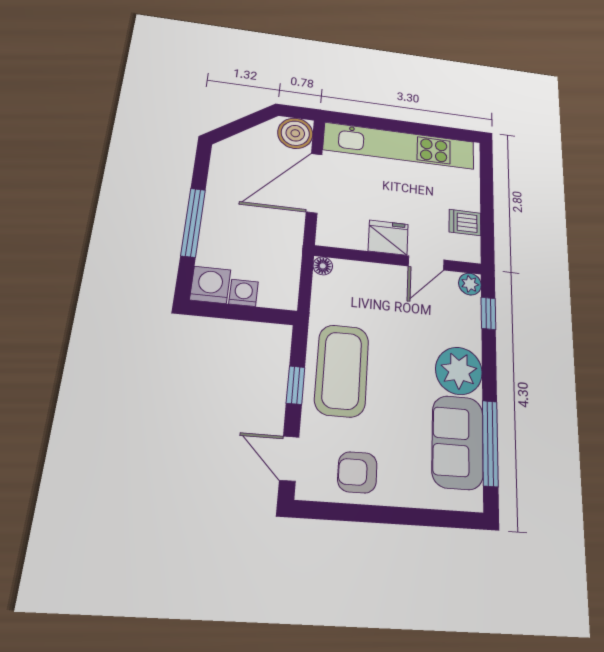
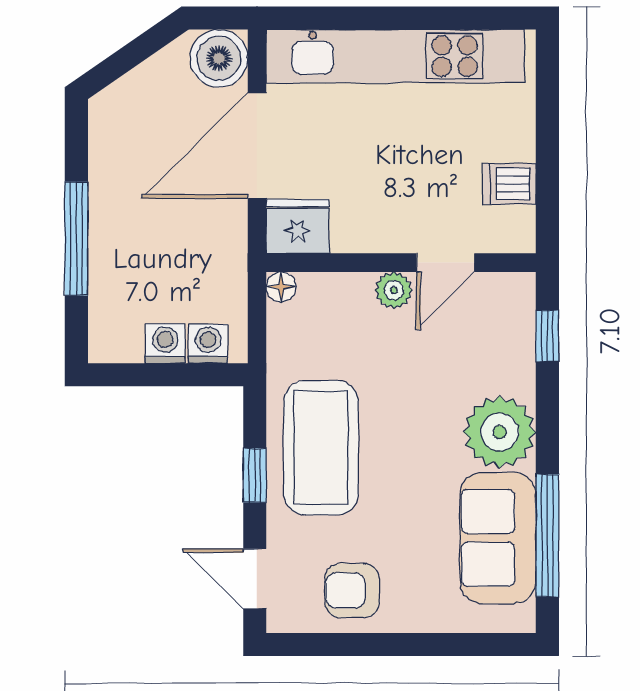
fridge: (388, 238) -> (298, 226), moved
plant: (470, 284) -> (394, 290), moved
washing machine: (210, 285) -> (208, 344), moved, width x0.73, depth x0.73

